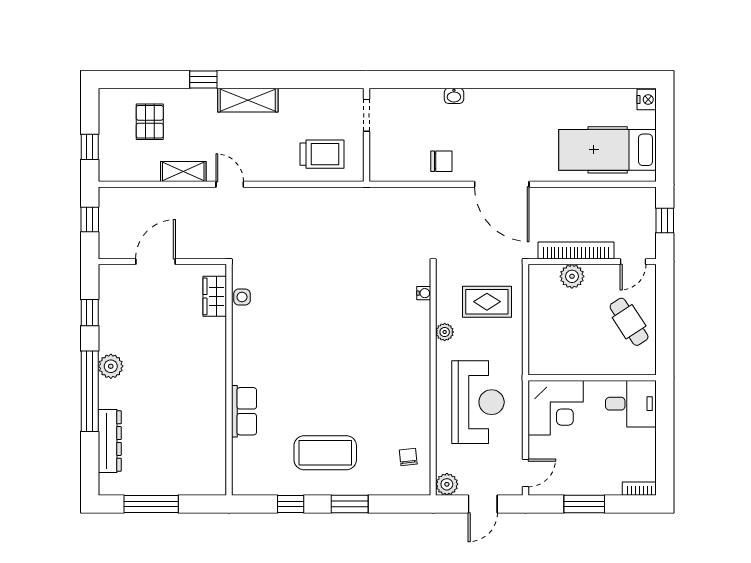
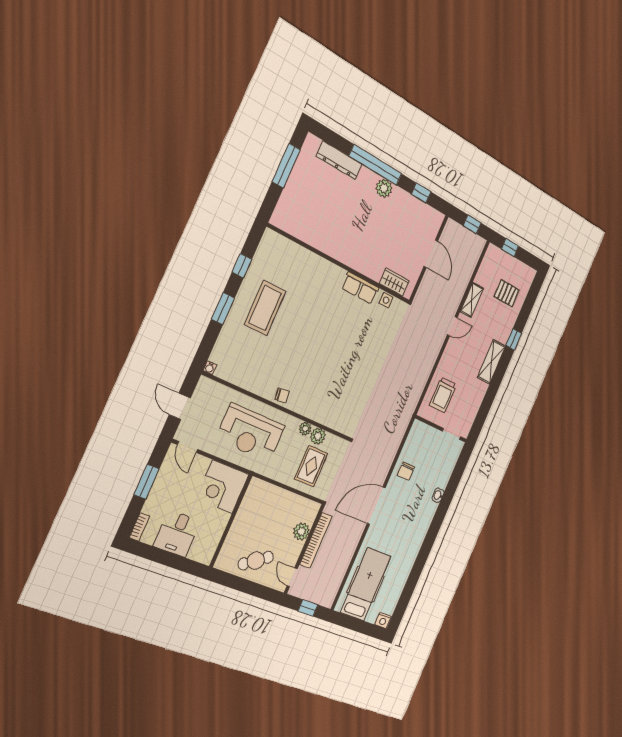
water cooler: (424, 293) -> (210, 368), moved
desk: (631, 404) -> (177, 533), moved
row of seats: (244, 411) -> (360, 288), moved
chair: (408, 457) -> (282, 395), moved
plant: (447, 484) -> (318, 436), moved

